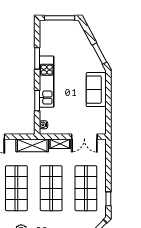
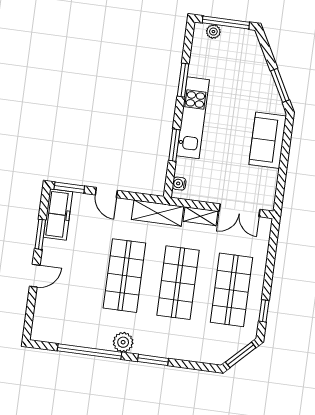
plant: (52, 25) -> (213, 32), added

